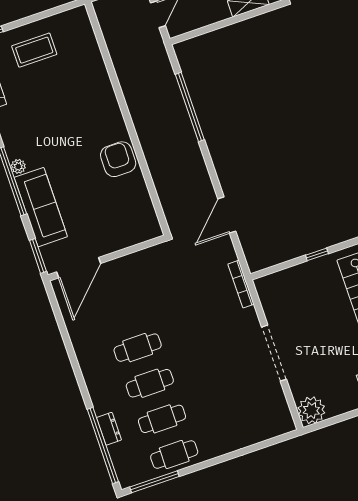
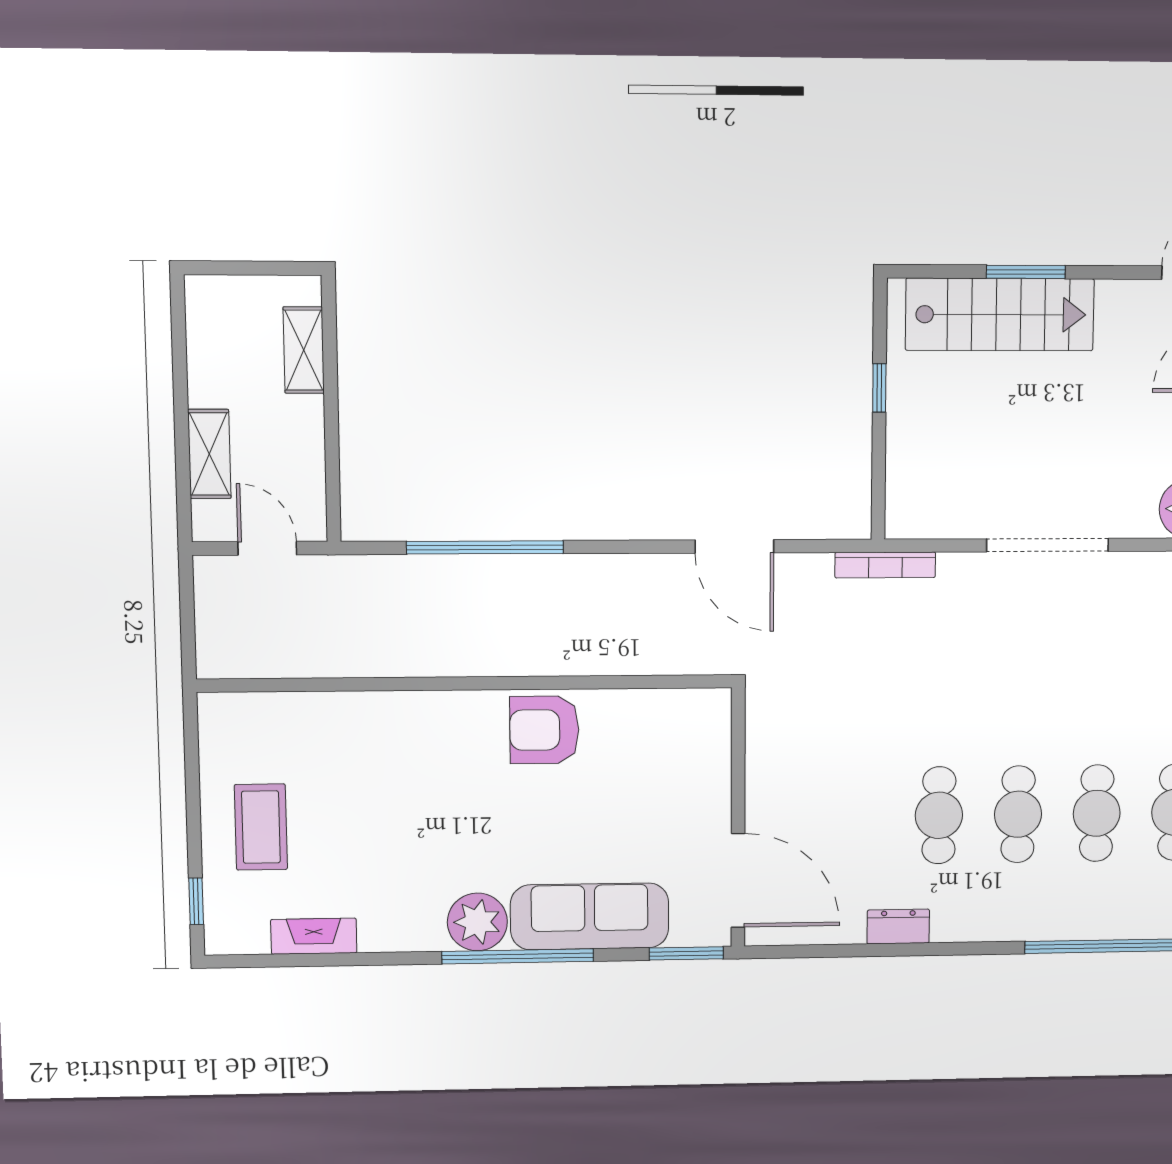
plant: (18, 166) -> (477, 922), width x1.88, depth x1.88
dresser: (109, 429) -> (898, 927), moved

